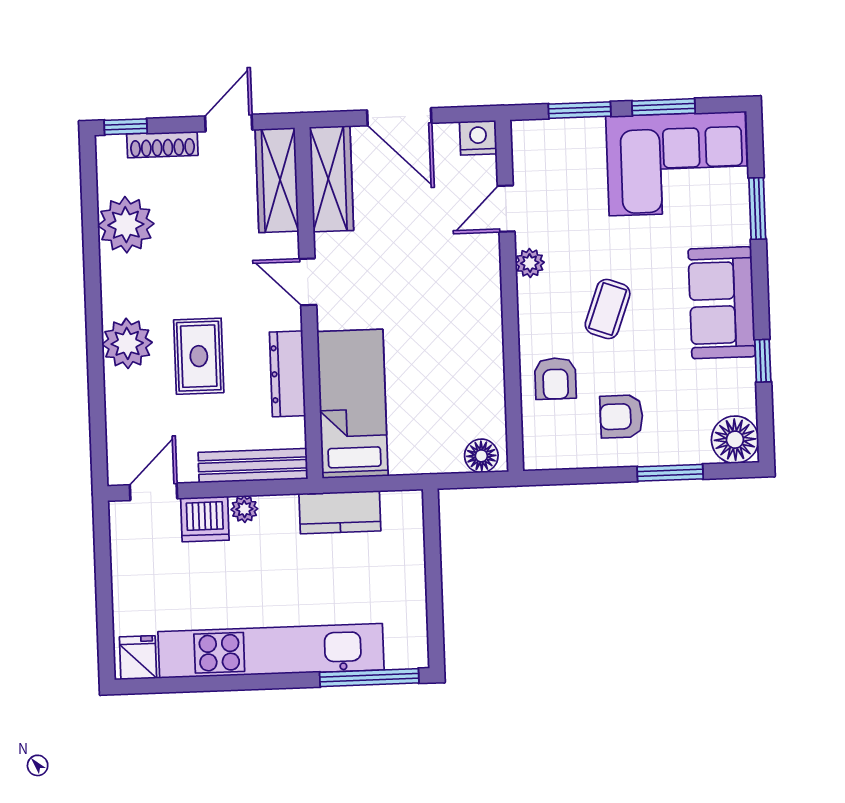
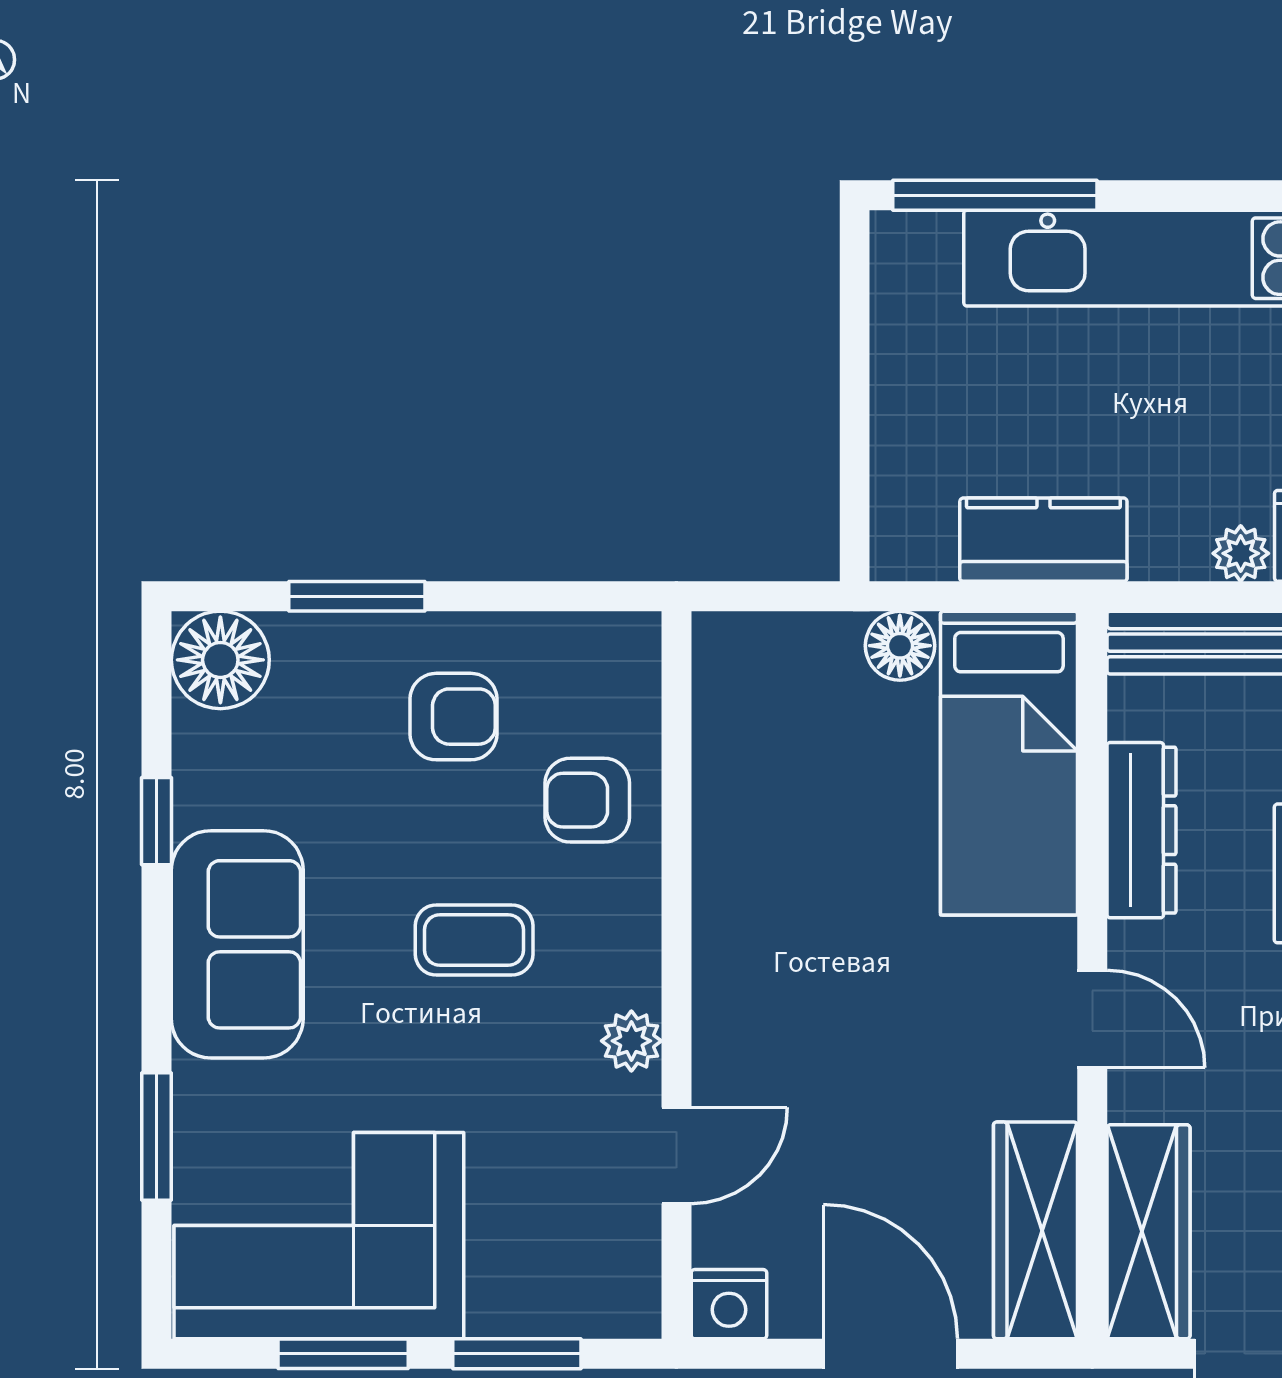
coffee table: (608, 309) -> (474, 940), turned 70
armchair: (555, 378) -> (587, 800), turned -90
floor lamp: (481, 456) -> (900, 646), moved

